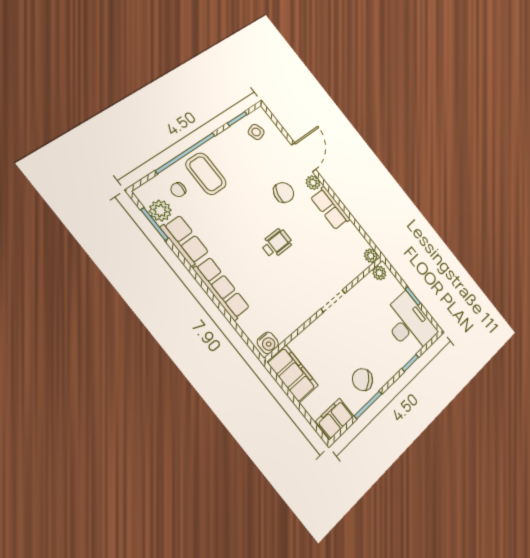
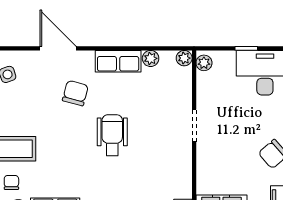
plant: (313, 183) -> (151, 58), moved
chair: (178, 190) -> (11, 182), turned 180
wheelchair: (277, 243) -> (112, 135), width x1.36, depth x1.37

